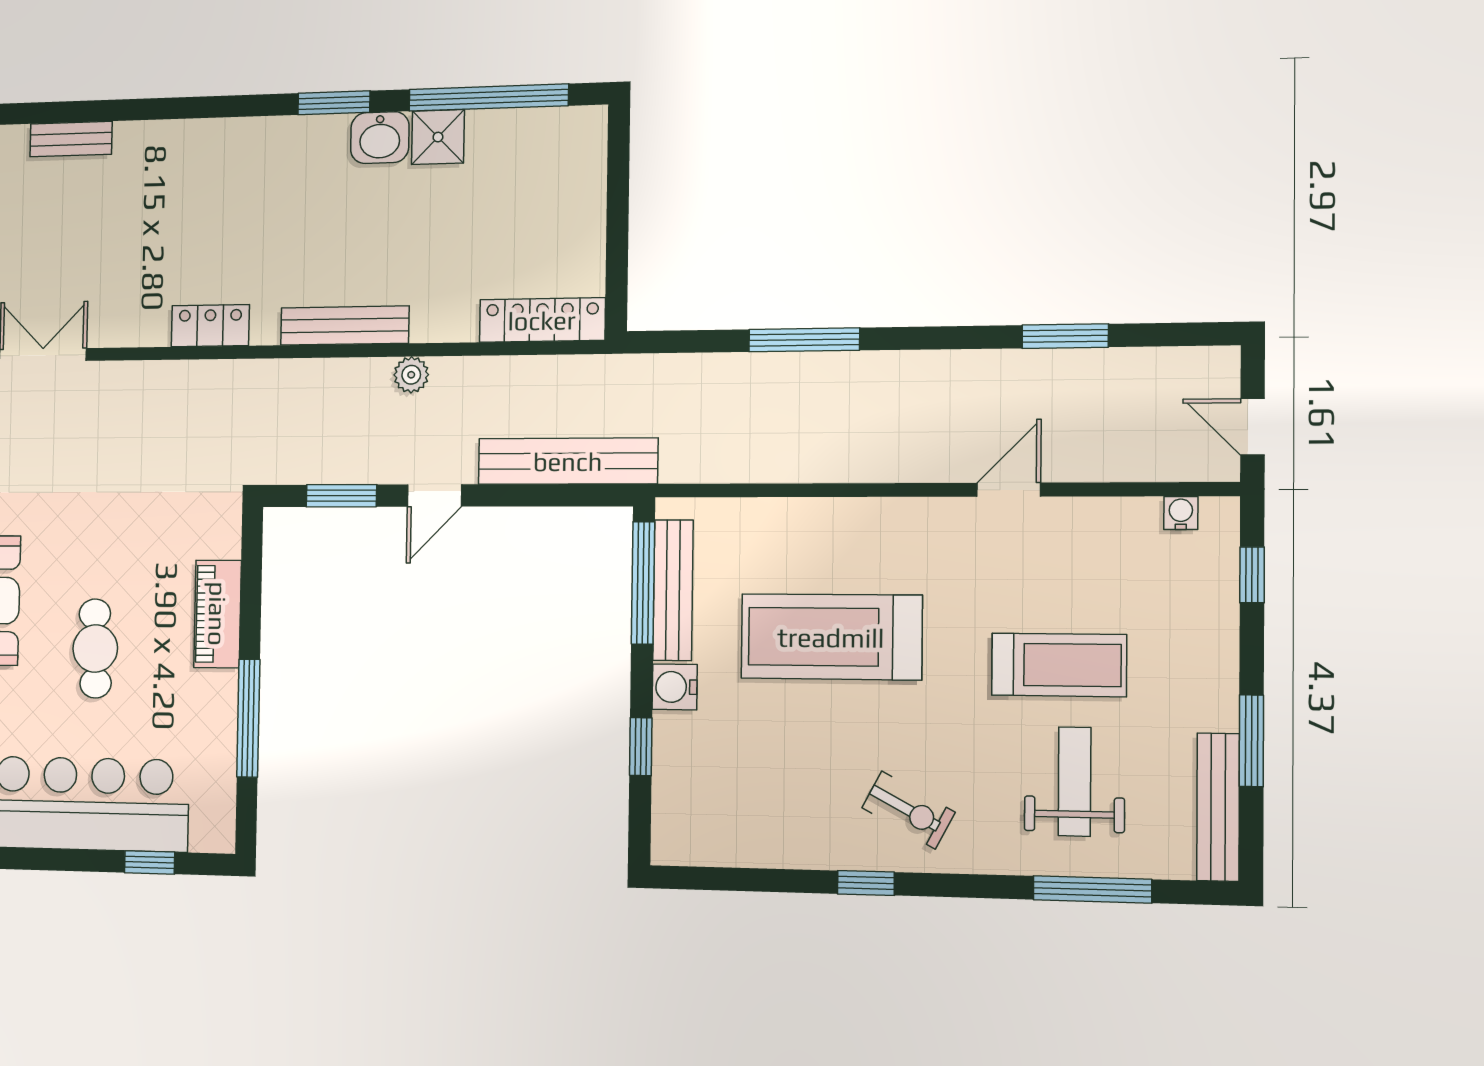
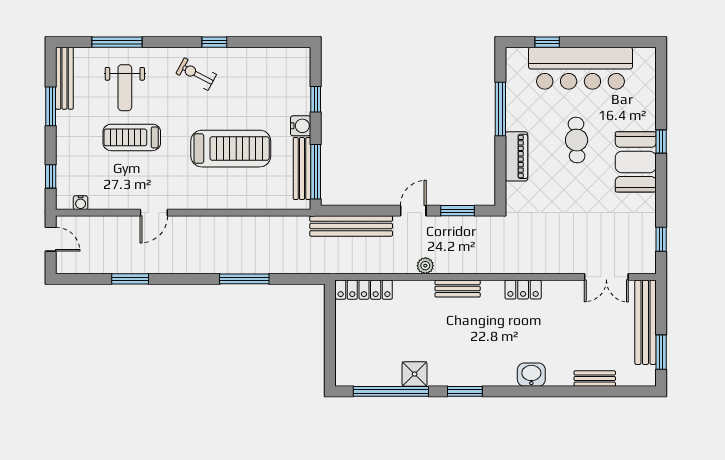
washbasin: (380, 138) -> (531, 375), moved
bench: (345, 326) -> (458, 289), width x0.73

